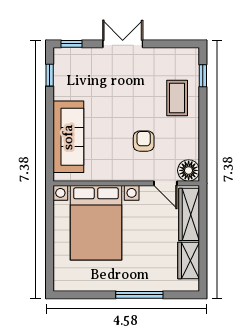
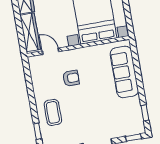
armchair: (144, 141) -> (71, 78), turned -90
floor lamp: (189, 170) -> (36, 63), removed

